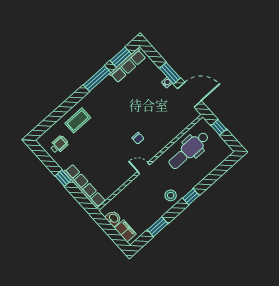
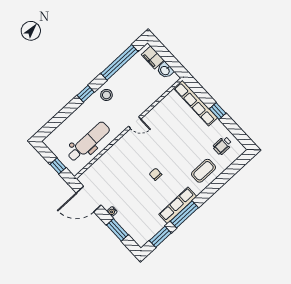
row of seats: (128, 65) -> (178, 205), moved
window: (170, 73) -> (117, 230), moved
chair: (138, 138) -> (156, 174), moved
window: (158, 227) -> (119, 62), width x2.11

